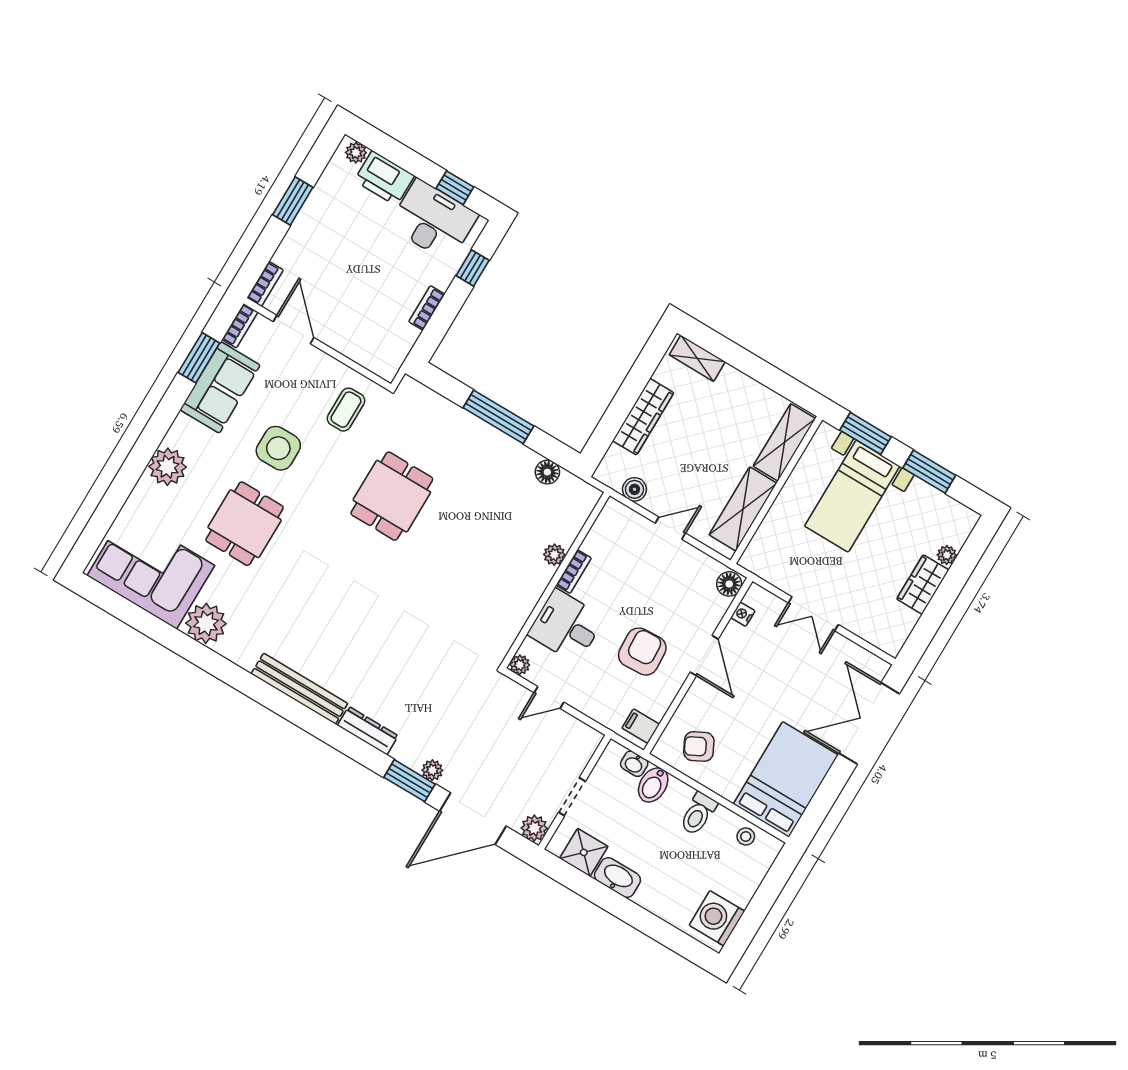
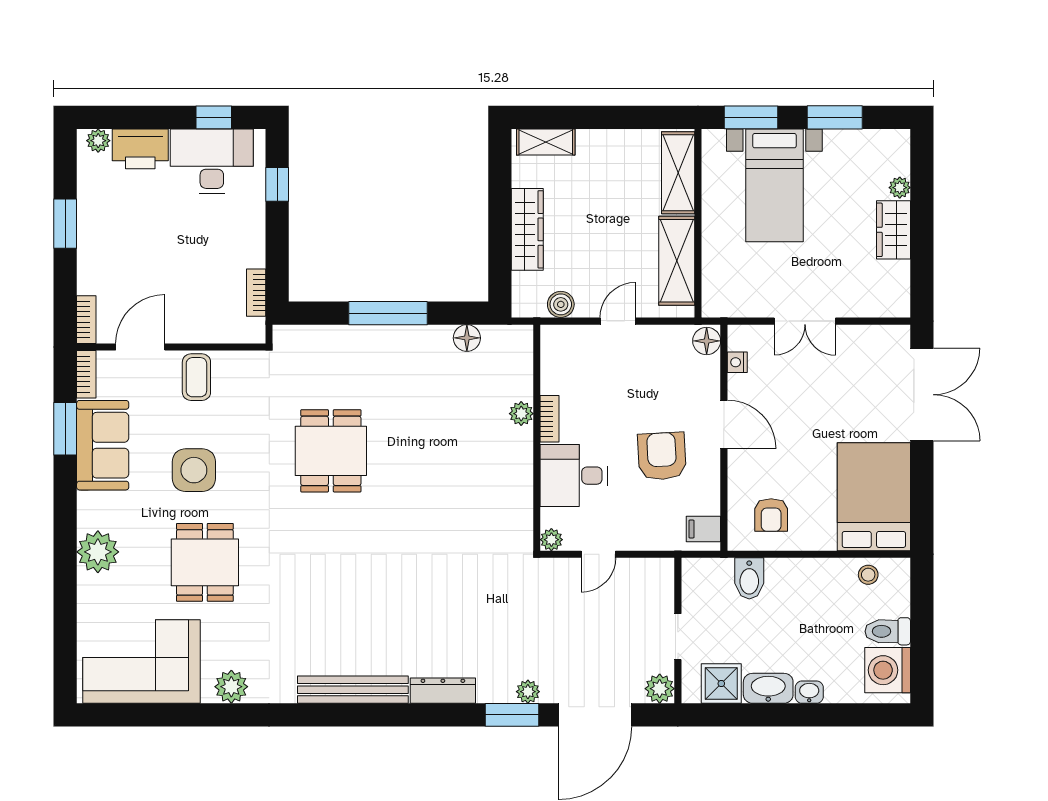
bookcase: (427, 308) -> (256, 293), moved
door: (294, 330) -> (140, 347), hinge flipped
coffee table: (346, 410) -> (196, 377), moved
plant: (206, 623) -> (231, 687), width x0.73, depth x0.73
double door: (869, 723) -> (922, 395), swing flipped
armchair: (699, 746) -> (771, 515), turned -63
washbasin: (634, 764) -> (809, 692), moved, turned 180
toilet: (698, 814) -> (888, 631), moved, turned 90

